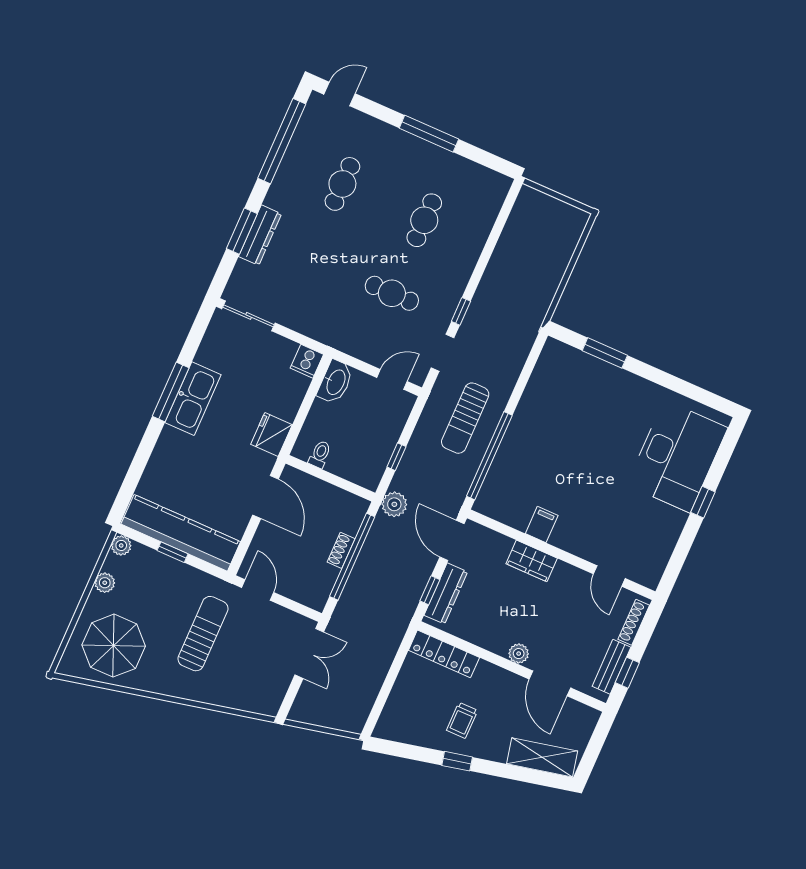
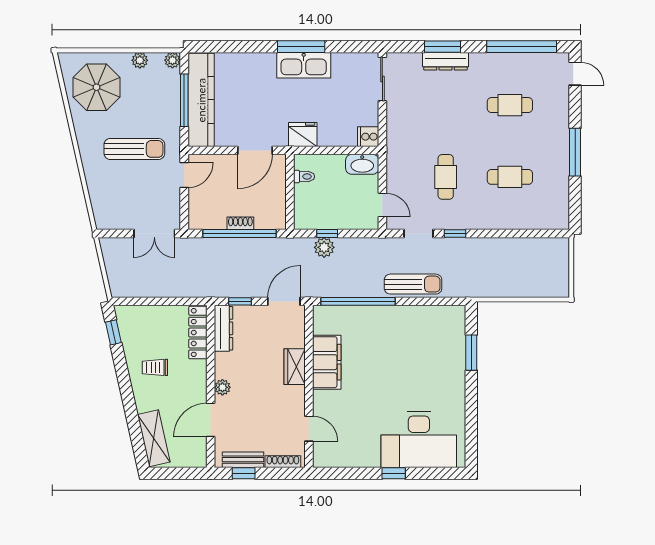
sun lounger: (465, 418) -> (413, 284), moved, turned 180
plant: (394, 504) -> (324, 247), moved
filing cabinet: (542, 525) -> (327, 362), width x3.00, depth x1.17
window: (173, 552) -> (184, 100), width x2.17
door: (609, 576) -> (309, 429), swing flipped
dresser: (446, 594) -> (223, 328), moved, turned -90
window: (457, 761) -> (113, 332), moved

